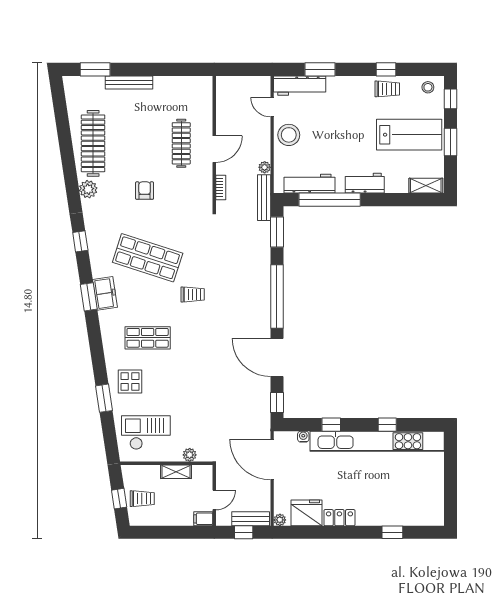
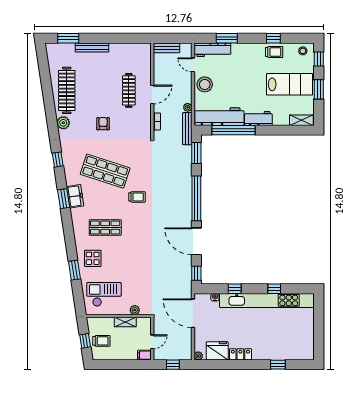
workbench: (309, 184) -> (219, 117), width x1.36, depth x1.32
bench: (251, 519) -> (167, 48), moved

